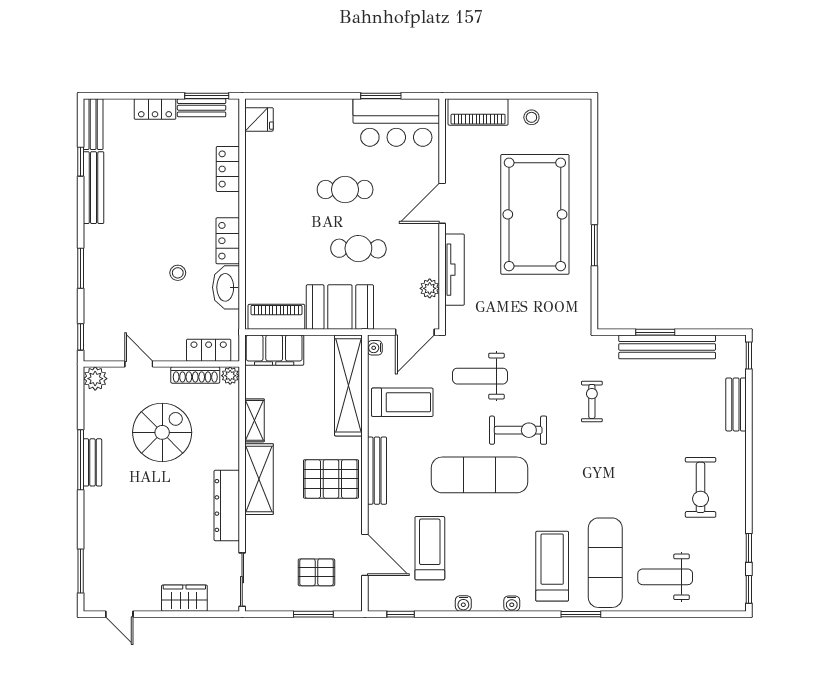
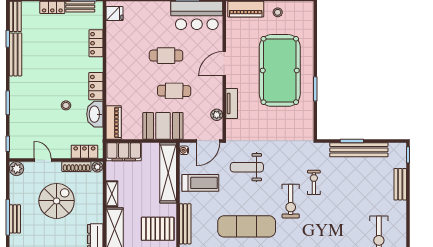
tv unit: (454, 270) -> (232, 104), width x0.71
piano: (276, 317) -> (114, 122), moved, turned 90
exercise bike: (518, 430) -> (291, 201), moved, turned 90

